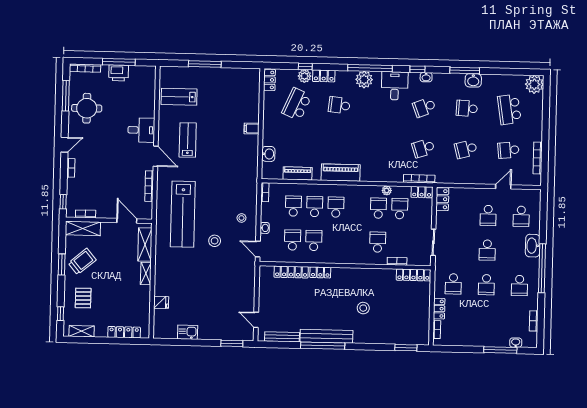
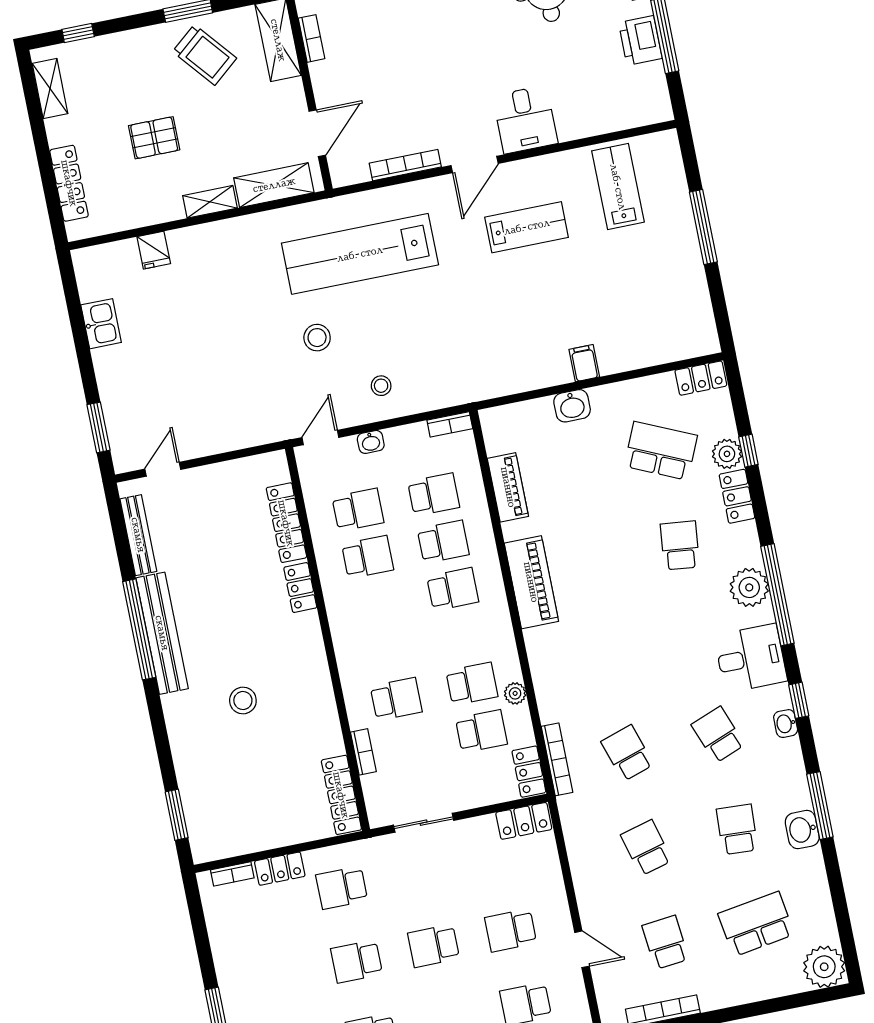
washbasin: (268, 154) -> (572, 406), moved
pallet: (83, 298) -> (154, 138), moved

